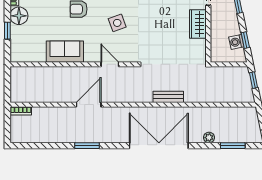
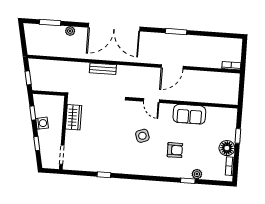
wardrobe: (198, 24) -> (74, 117), moved
washing machine: (236, 42) -> (42, 123), moved

